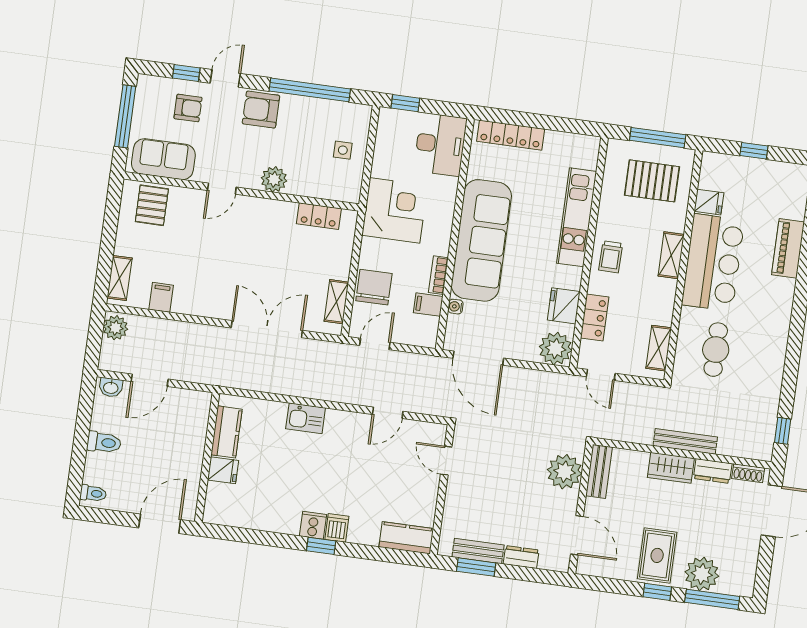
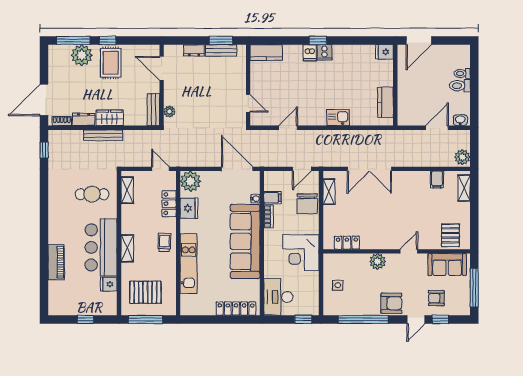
cafe table: (716, 350) -> (92, 194), turned 90
fridge: (223, 470) -> (384, 52), moved
plant: (565, 472) -> (169, 112), width x0.53, depth x0.53
toilet: (93, 493) -> (462, 73), moved

